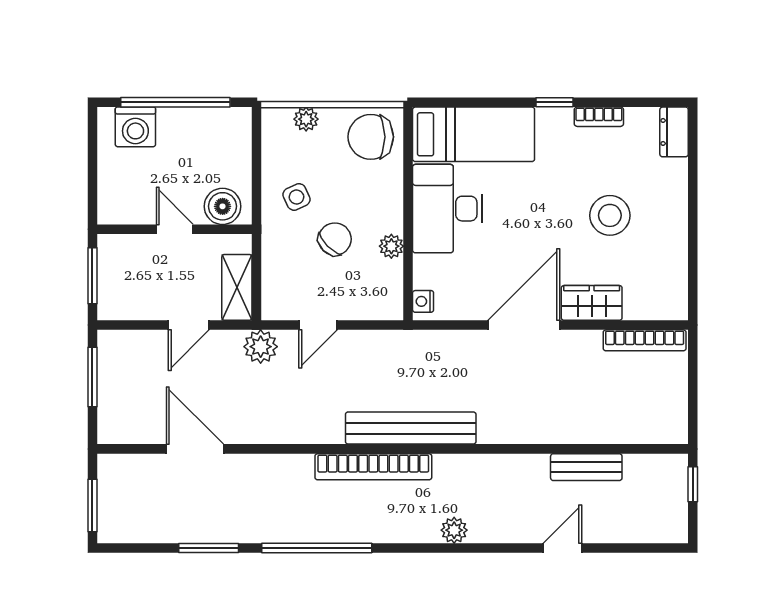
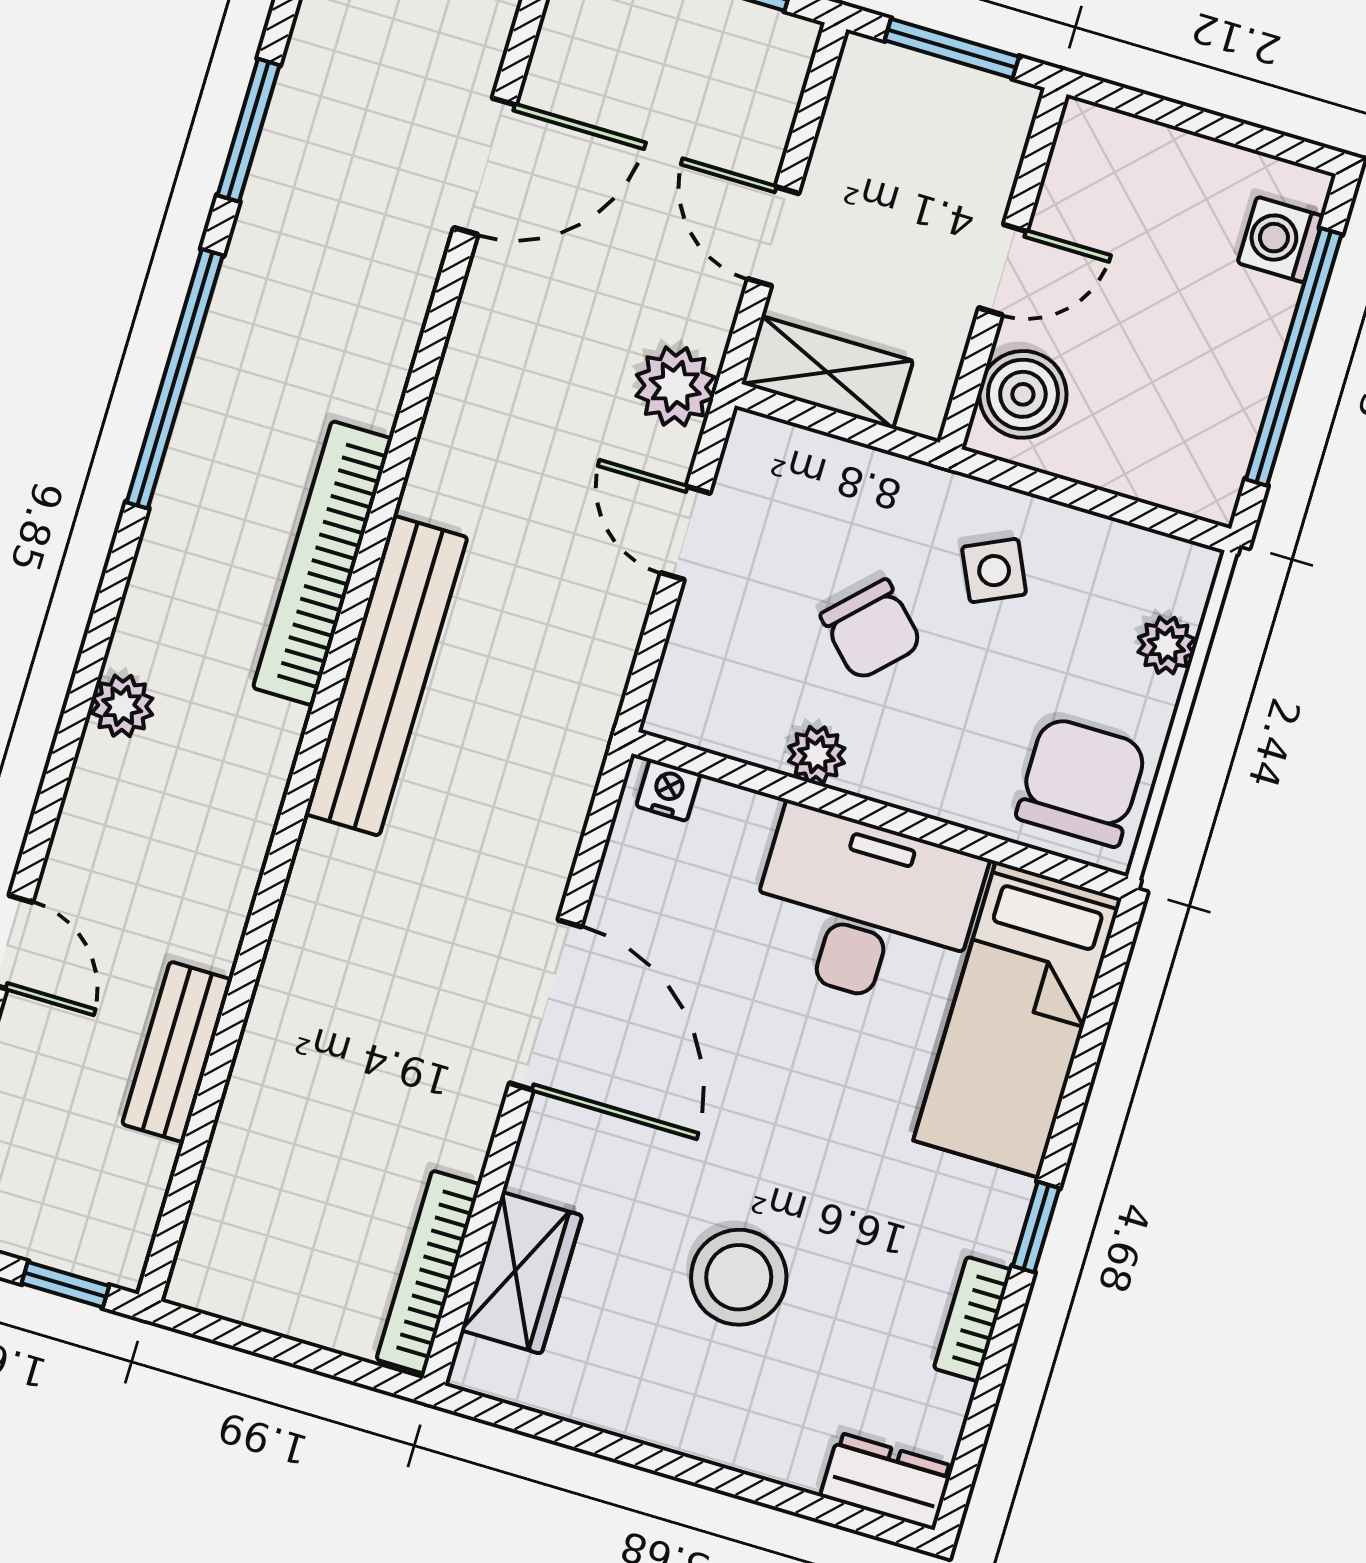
washing machine: (135, 127) -> (1281, 240), width x0.73, depth x0.73
wardrobe: (592, 303) -> (522, 1273), moved

